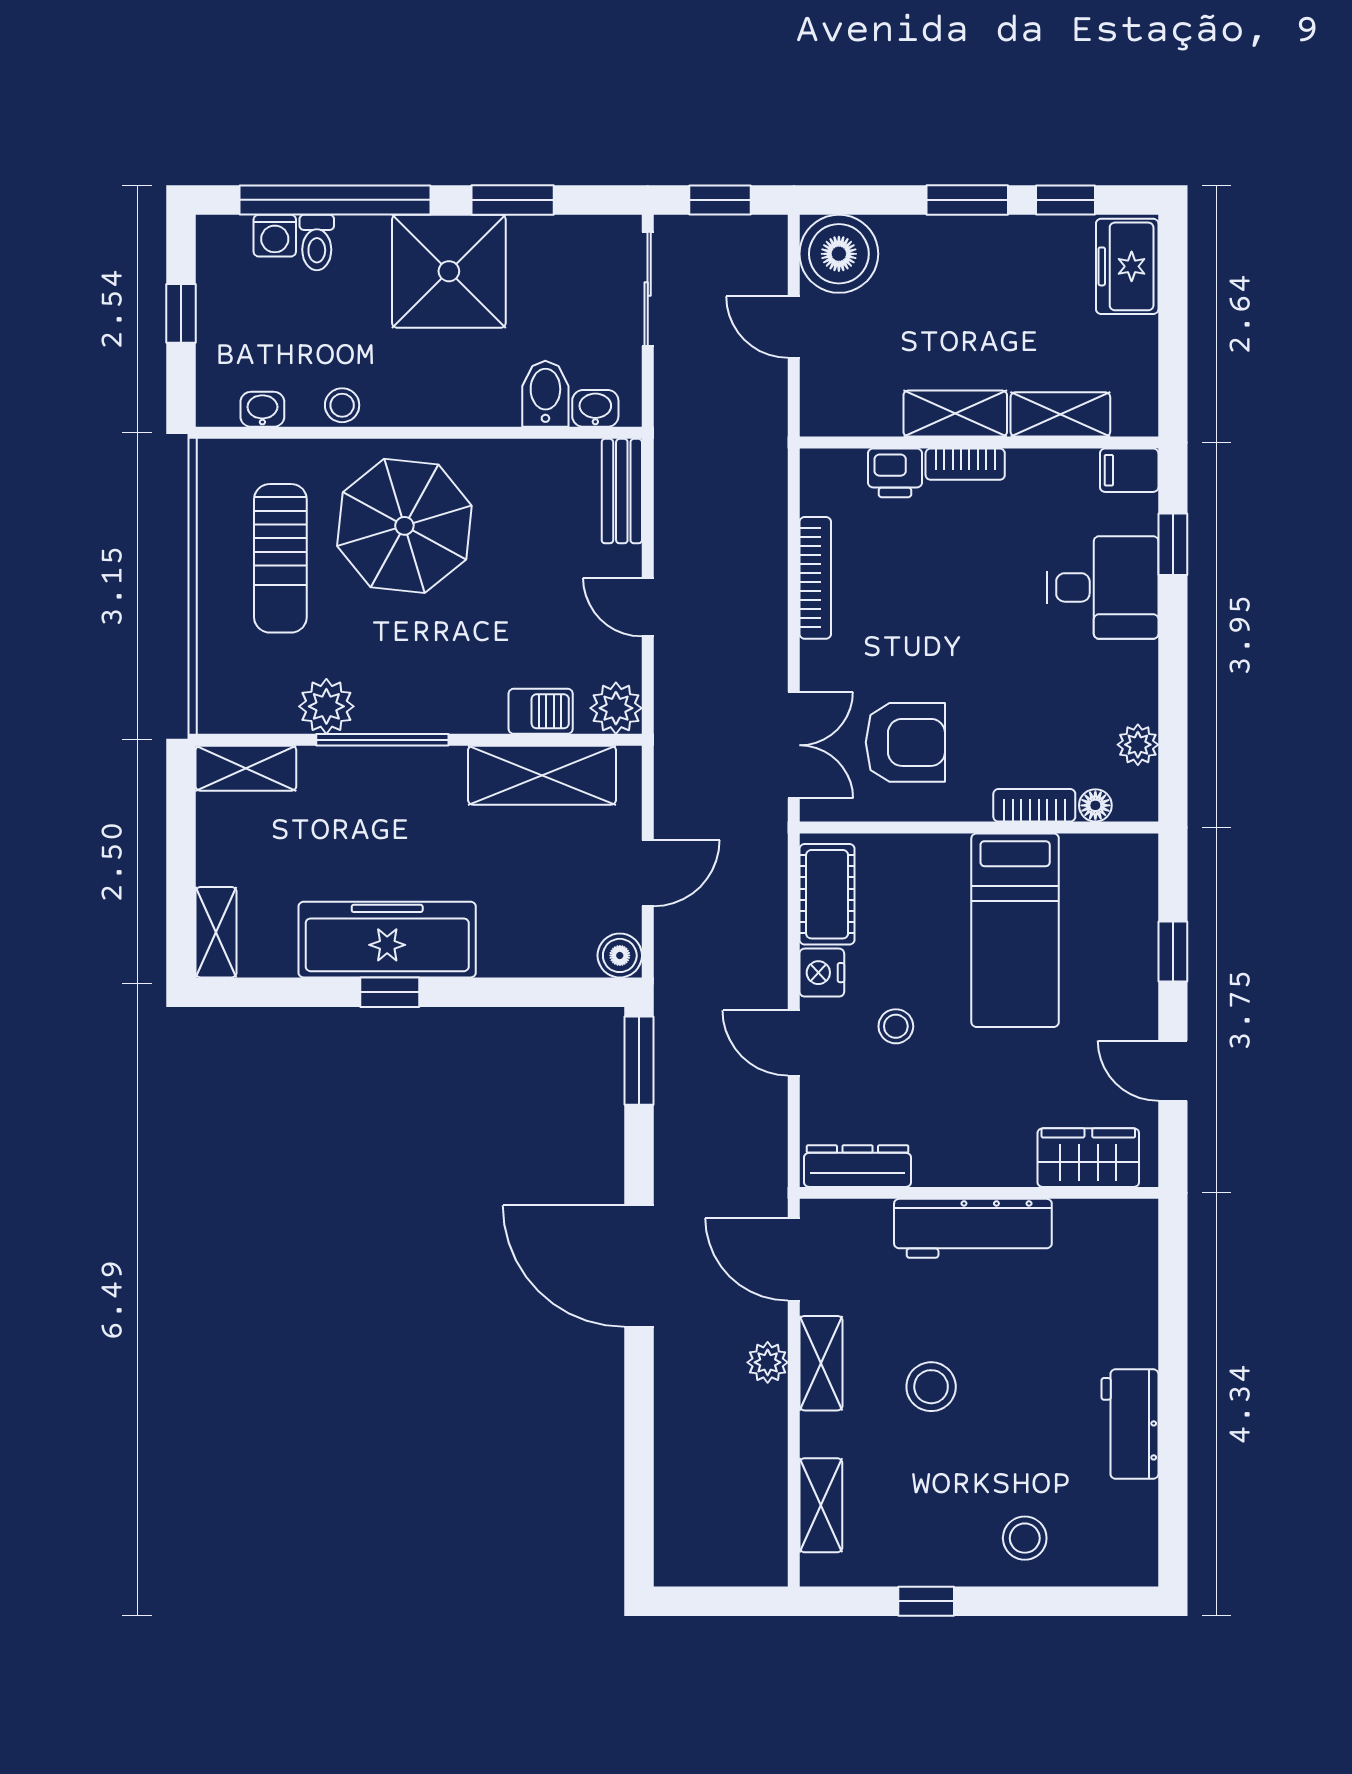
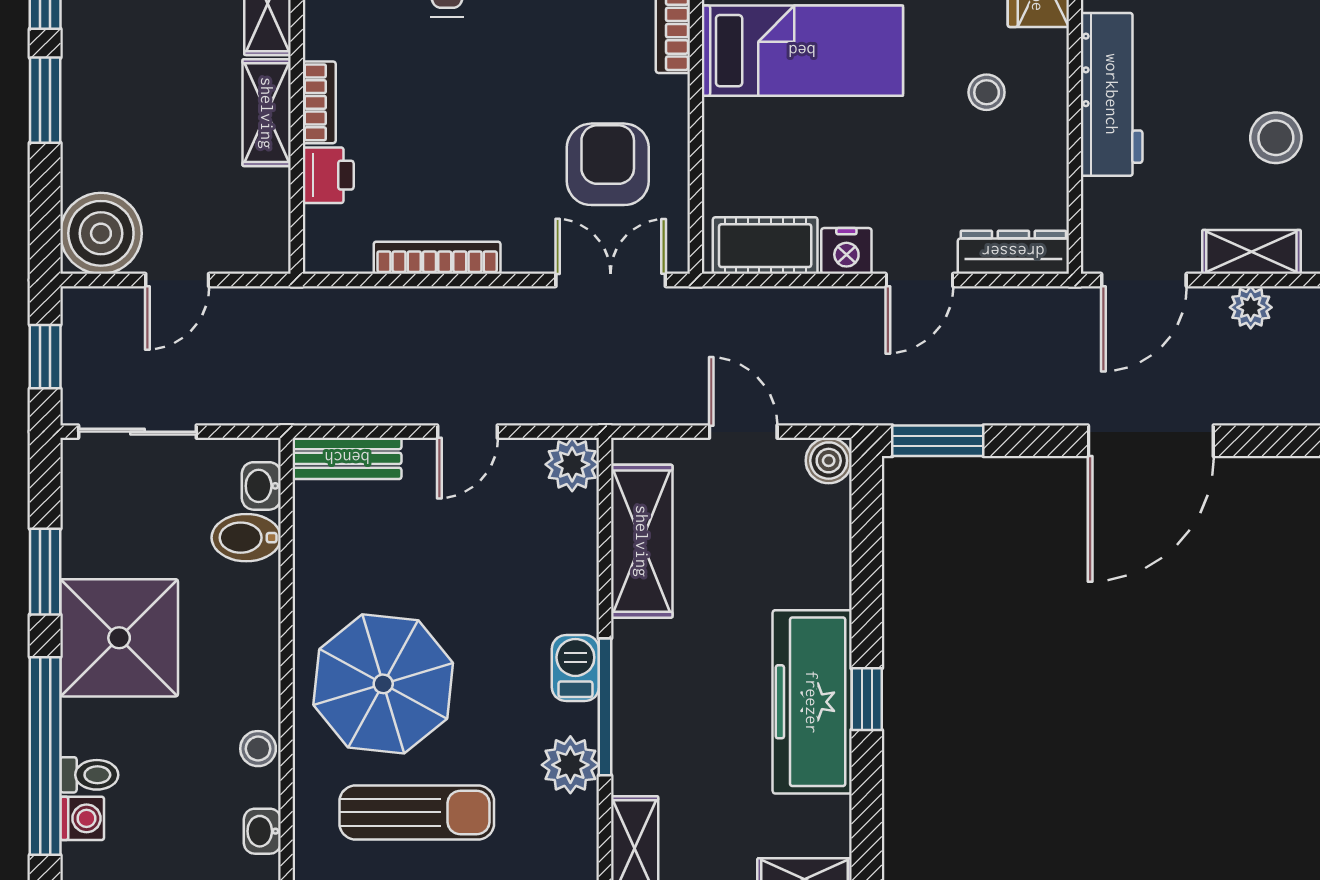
barbecue: (541, 711) -> (575, 668), moved
stool: (896, 1026) -> (987, 92), moved
dresser: (858, 1166) -> (1013, 252), moved, turned 90

